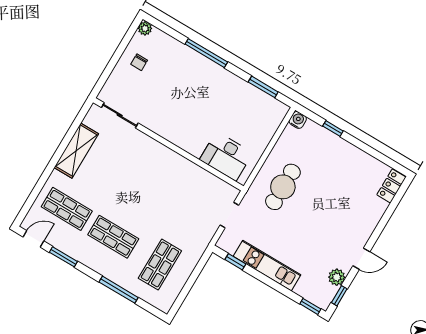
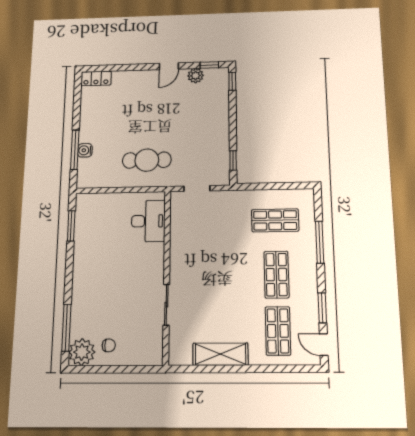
plant: (145, 28) -> (82, 352), width x1.87, depth x1.87
window: (206, 53) -> (66, 328), moved
sliding door: (120, 115) -> (166, 305), moved
water cooler: (298, 120) -> (85, 150), moved
window: (333, 129) -> (75, 150), width x2.17
door: (361, 259) -> (169, 66), swing flipped
kitchen unit: (267, 266) -> (220, 134), removed

